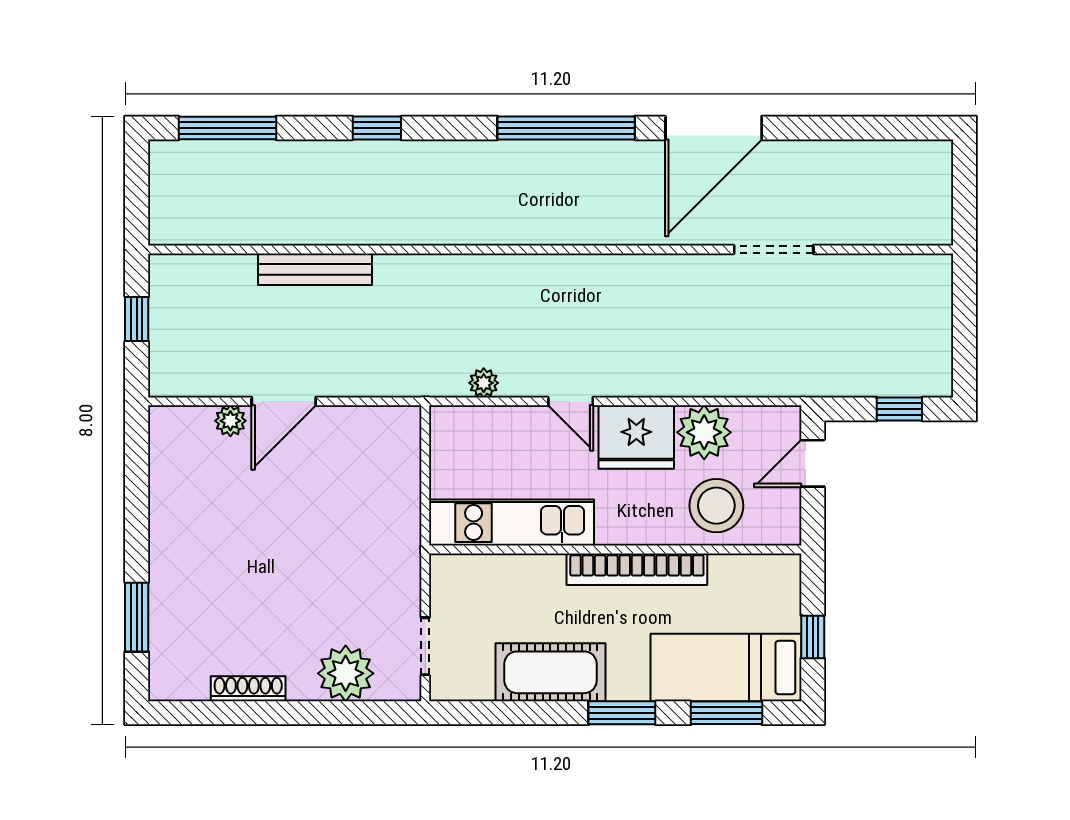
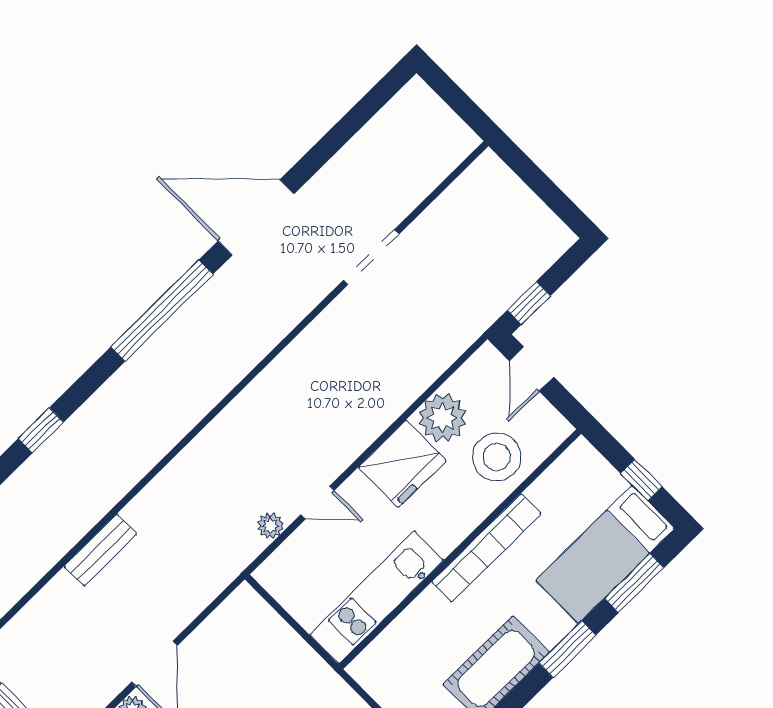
door: (714, 128) -> (256, 217), swing flipped
bench: (315, 269) -> (100, 550), width x0.73
door: (571, 401) -> (317, 503), moved
window: (899, 409) -> (529, 303), moved

